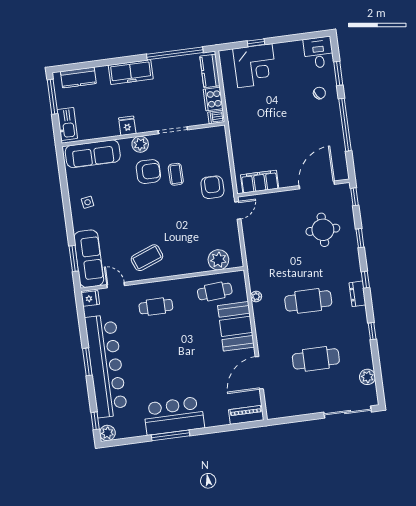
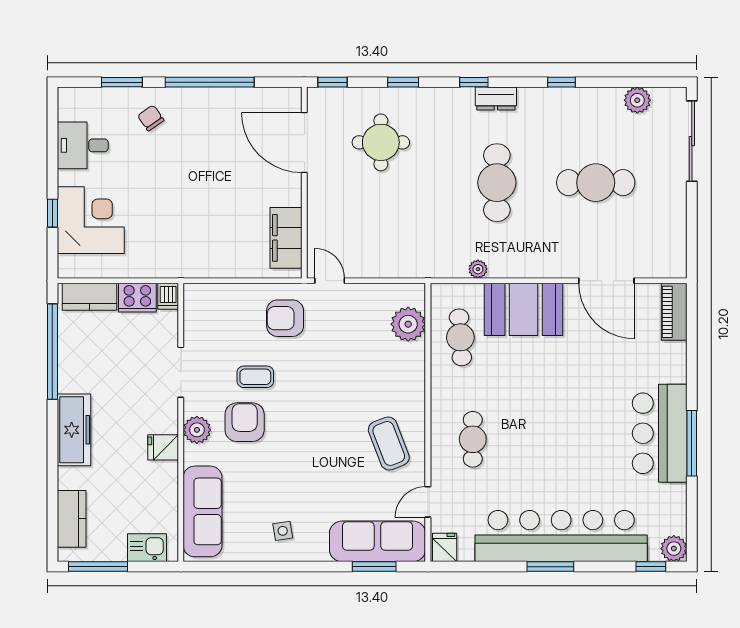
desk: (319, 53) -> (83, 145), moved
kitchen sink: (67, 124) -> (147, 548), width x0.73
cafe table: (316, 359) -> (596, 183), turned 90

